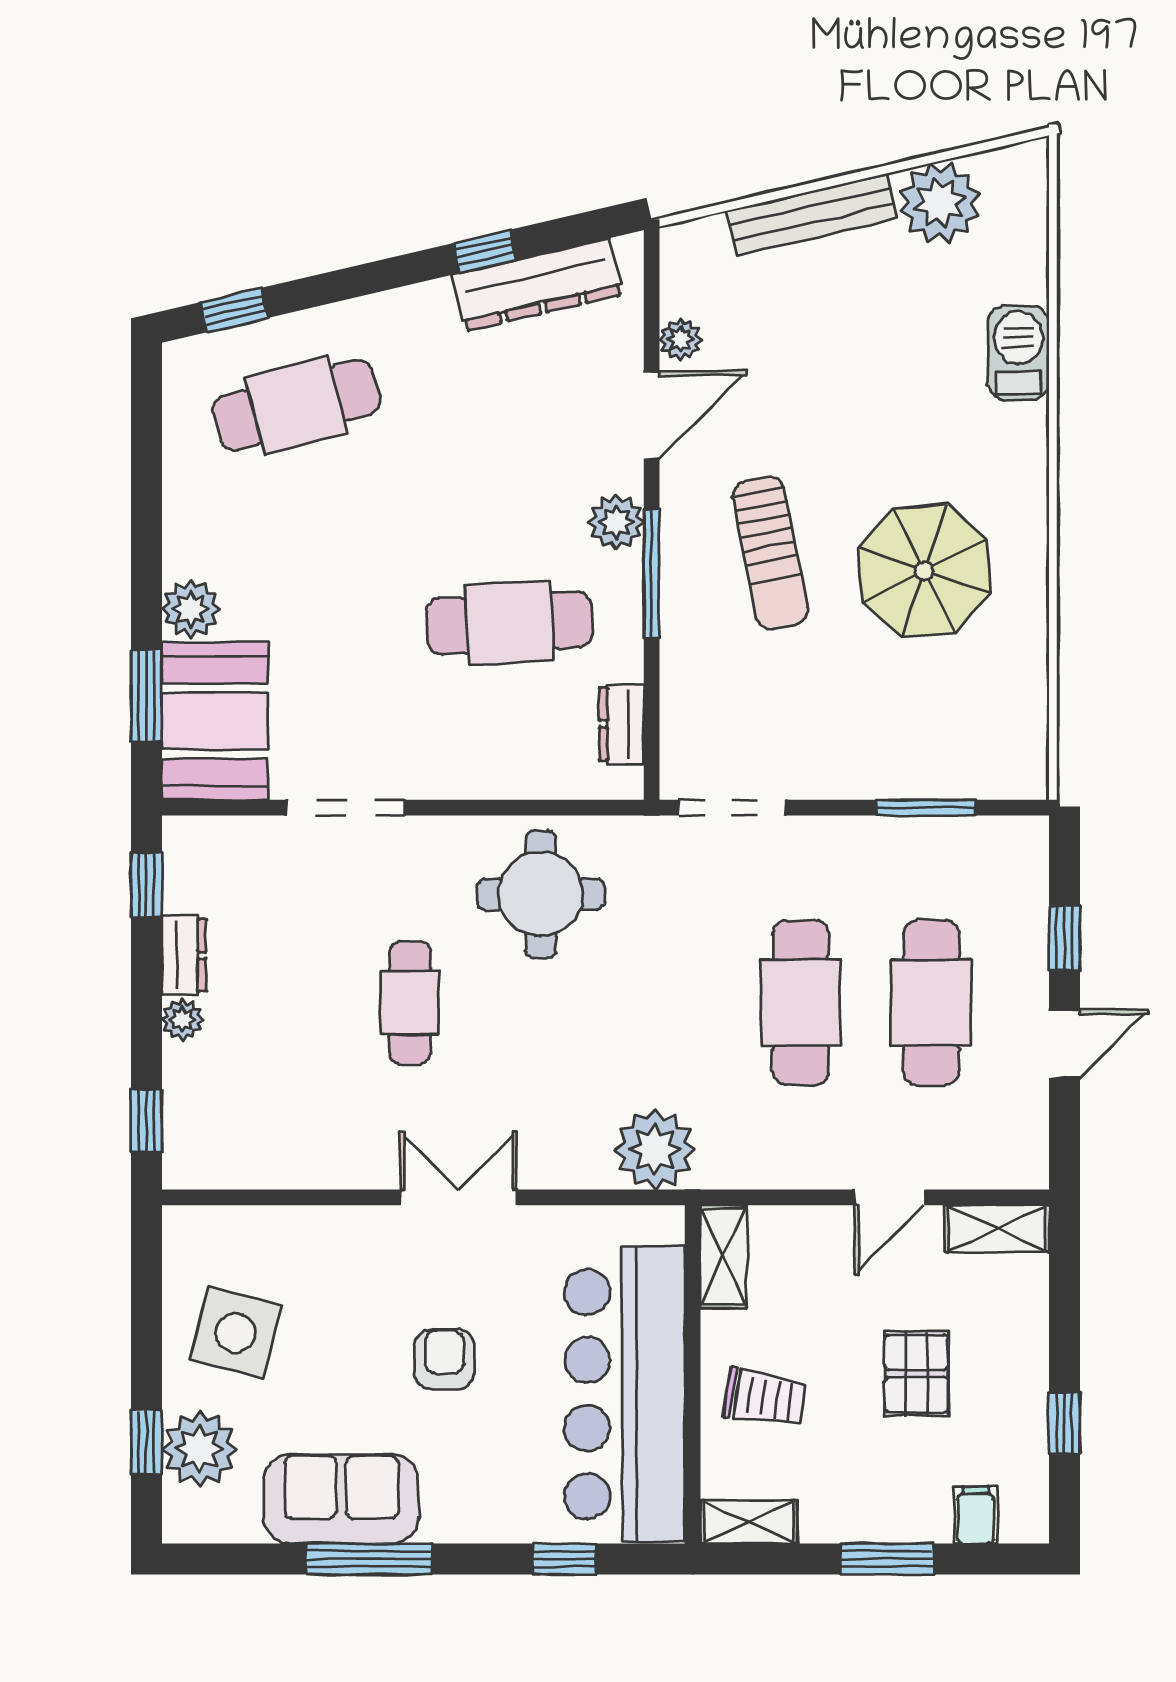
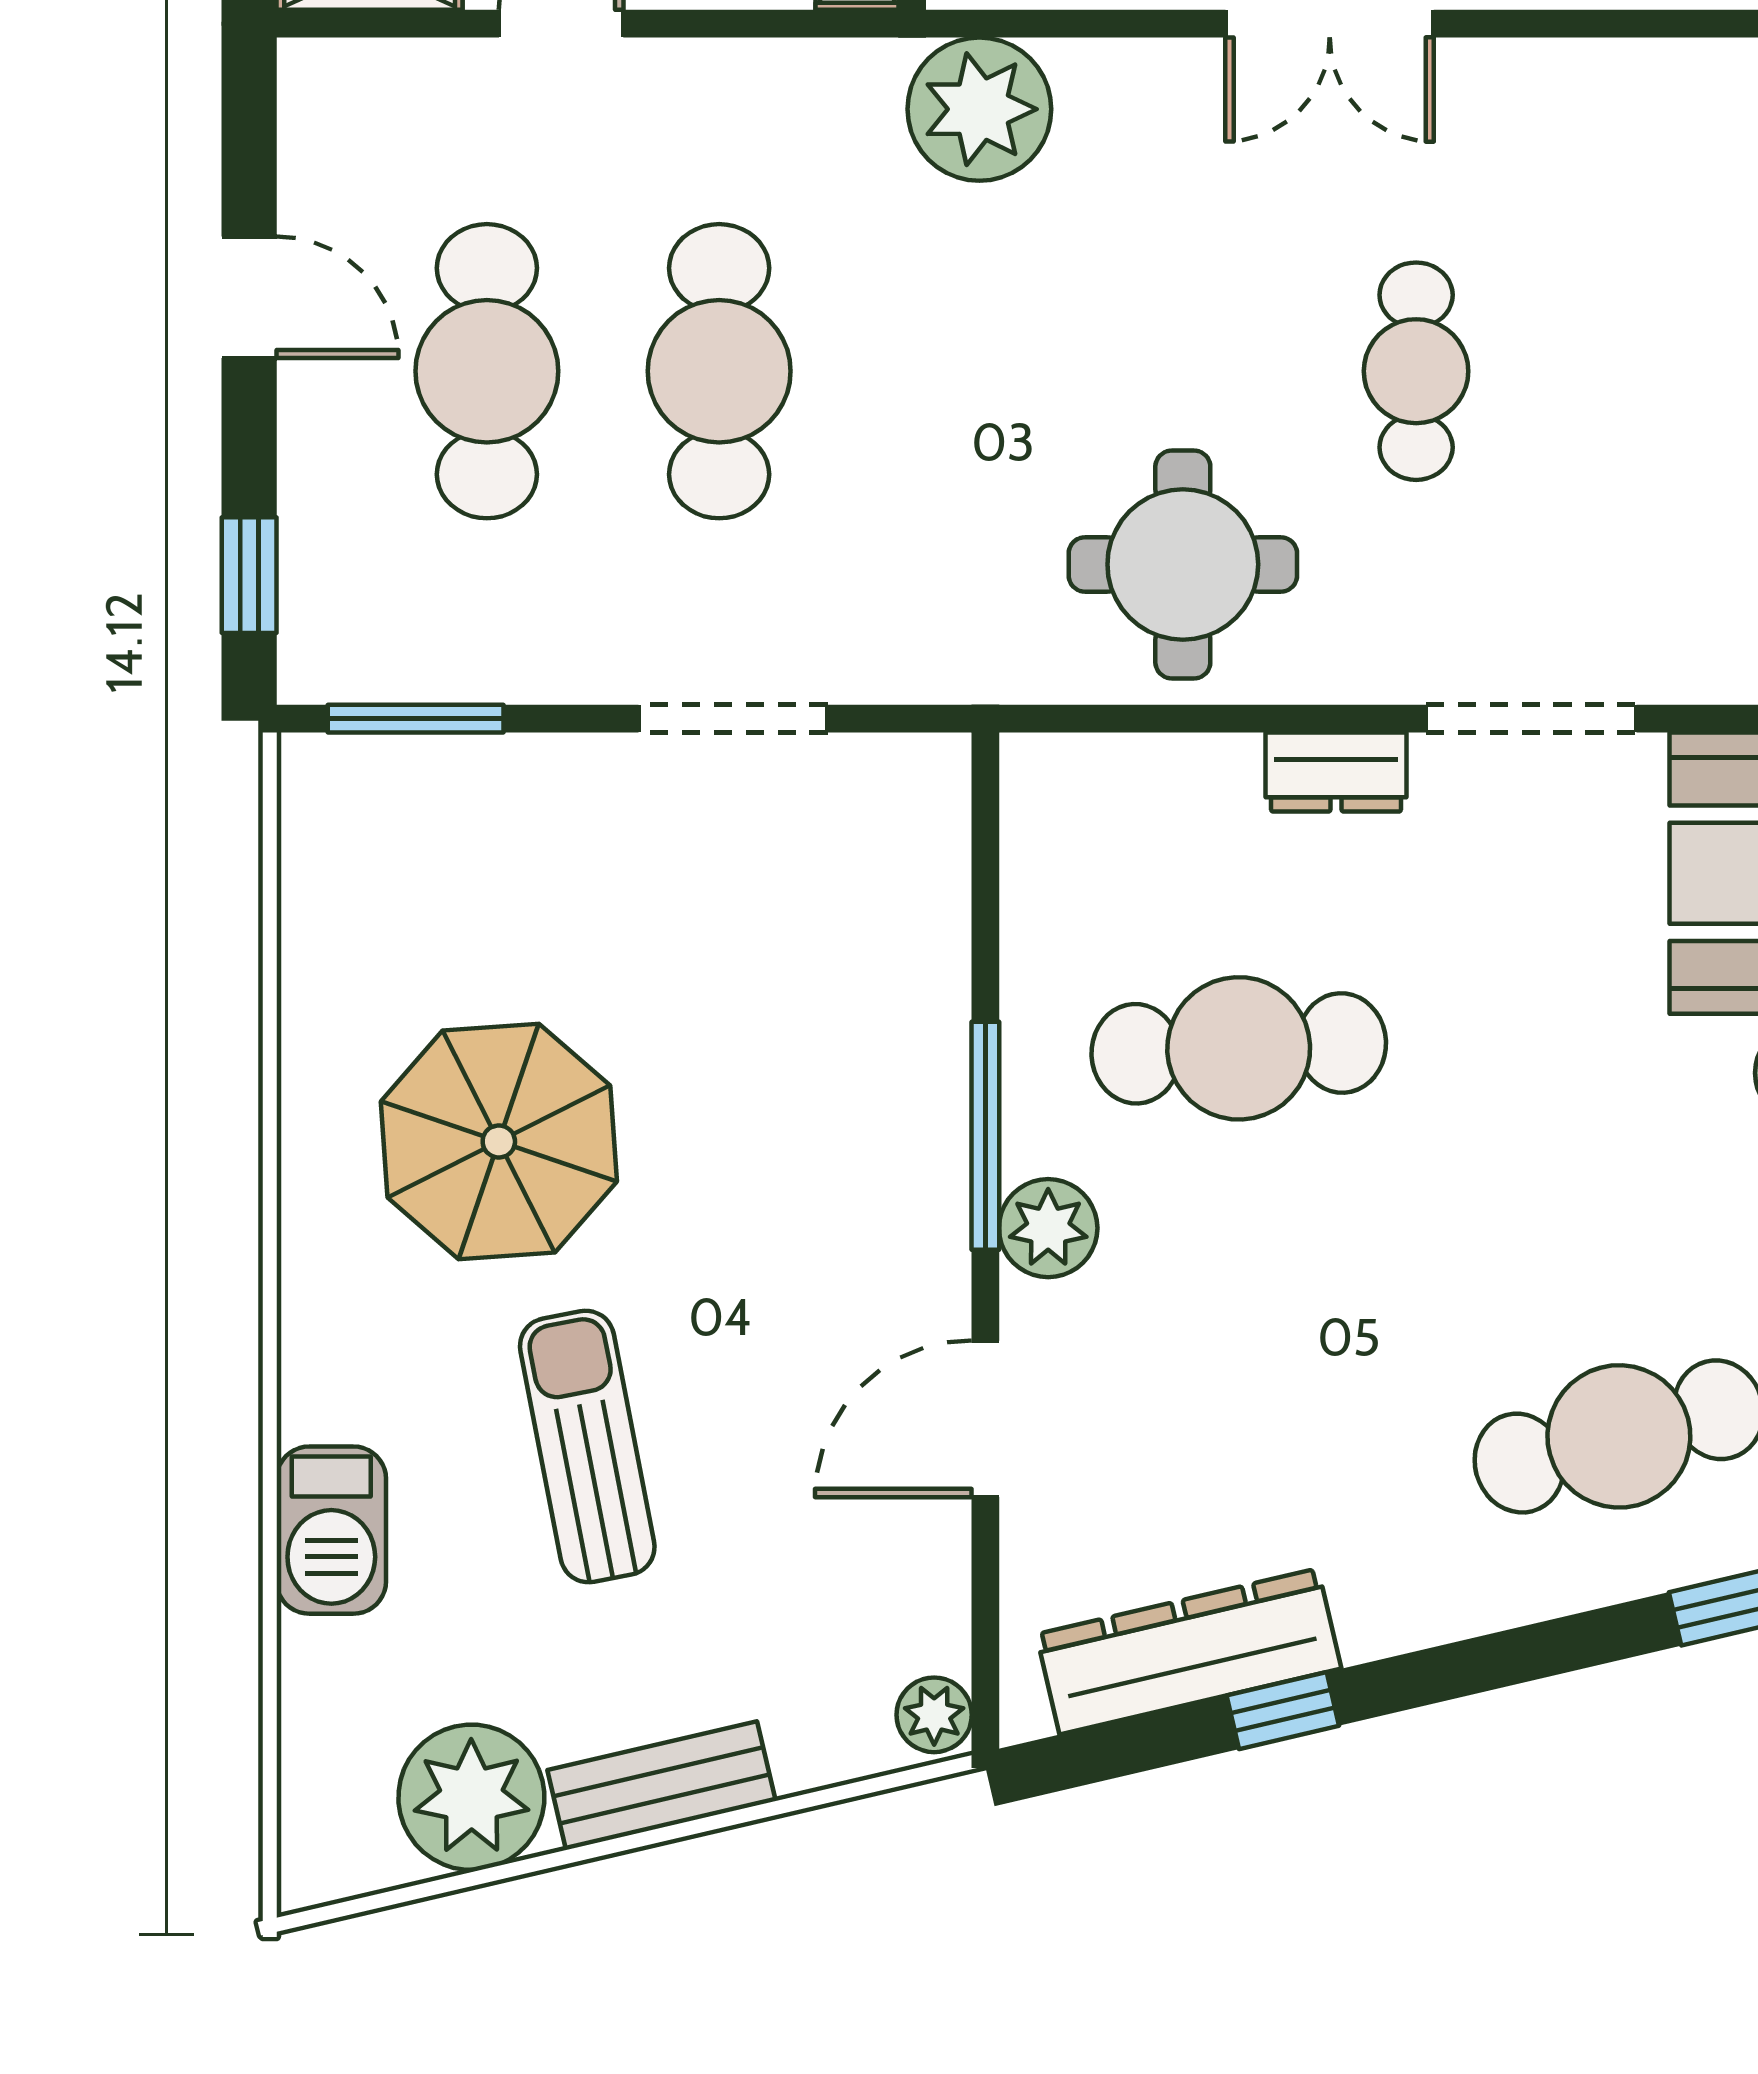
bench: (812, 214) -> (661, 1785), width x0.73
plant: (680, 339) -> (934, 1715), moved
sun lounger: (770, 553) -> (587, 1447), moved
dresser: (622, 724) -> (1336, 772), moved, turned 90
doorway: (732, 808) -> (733, 719), moved
window: (926, 808) -> (416, 719), moved
window: (1064, 938) -> (249, 575), moved
door: (1064, 1044) -> (249, 297), swing flipped

